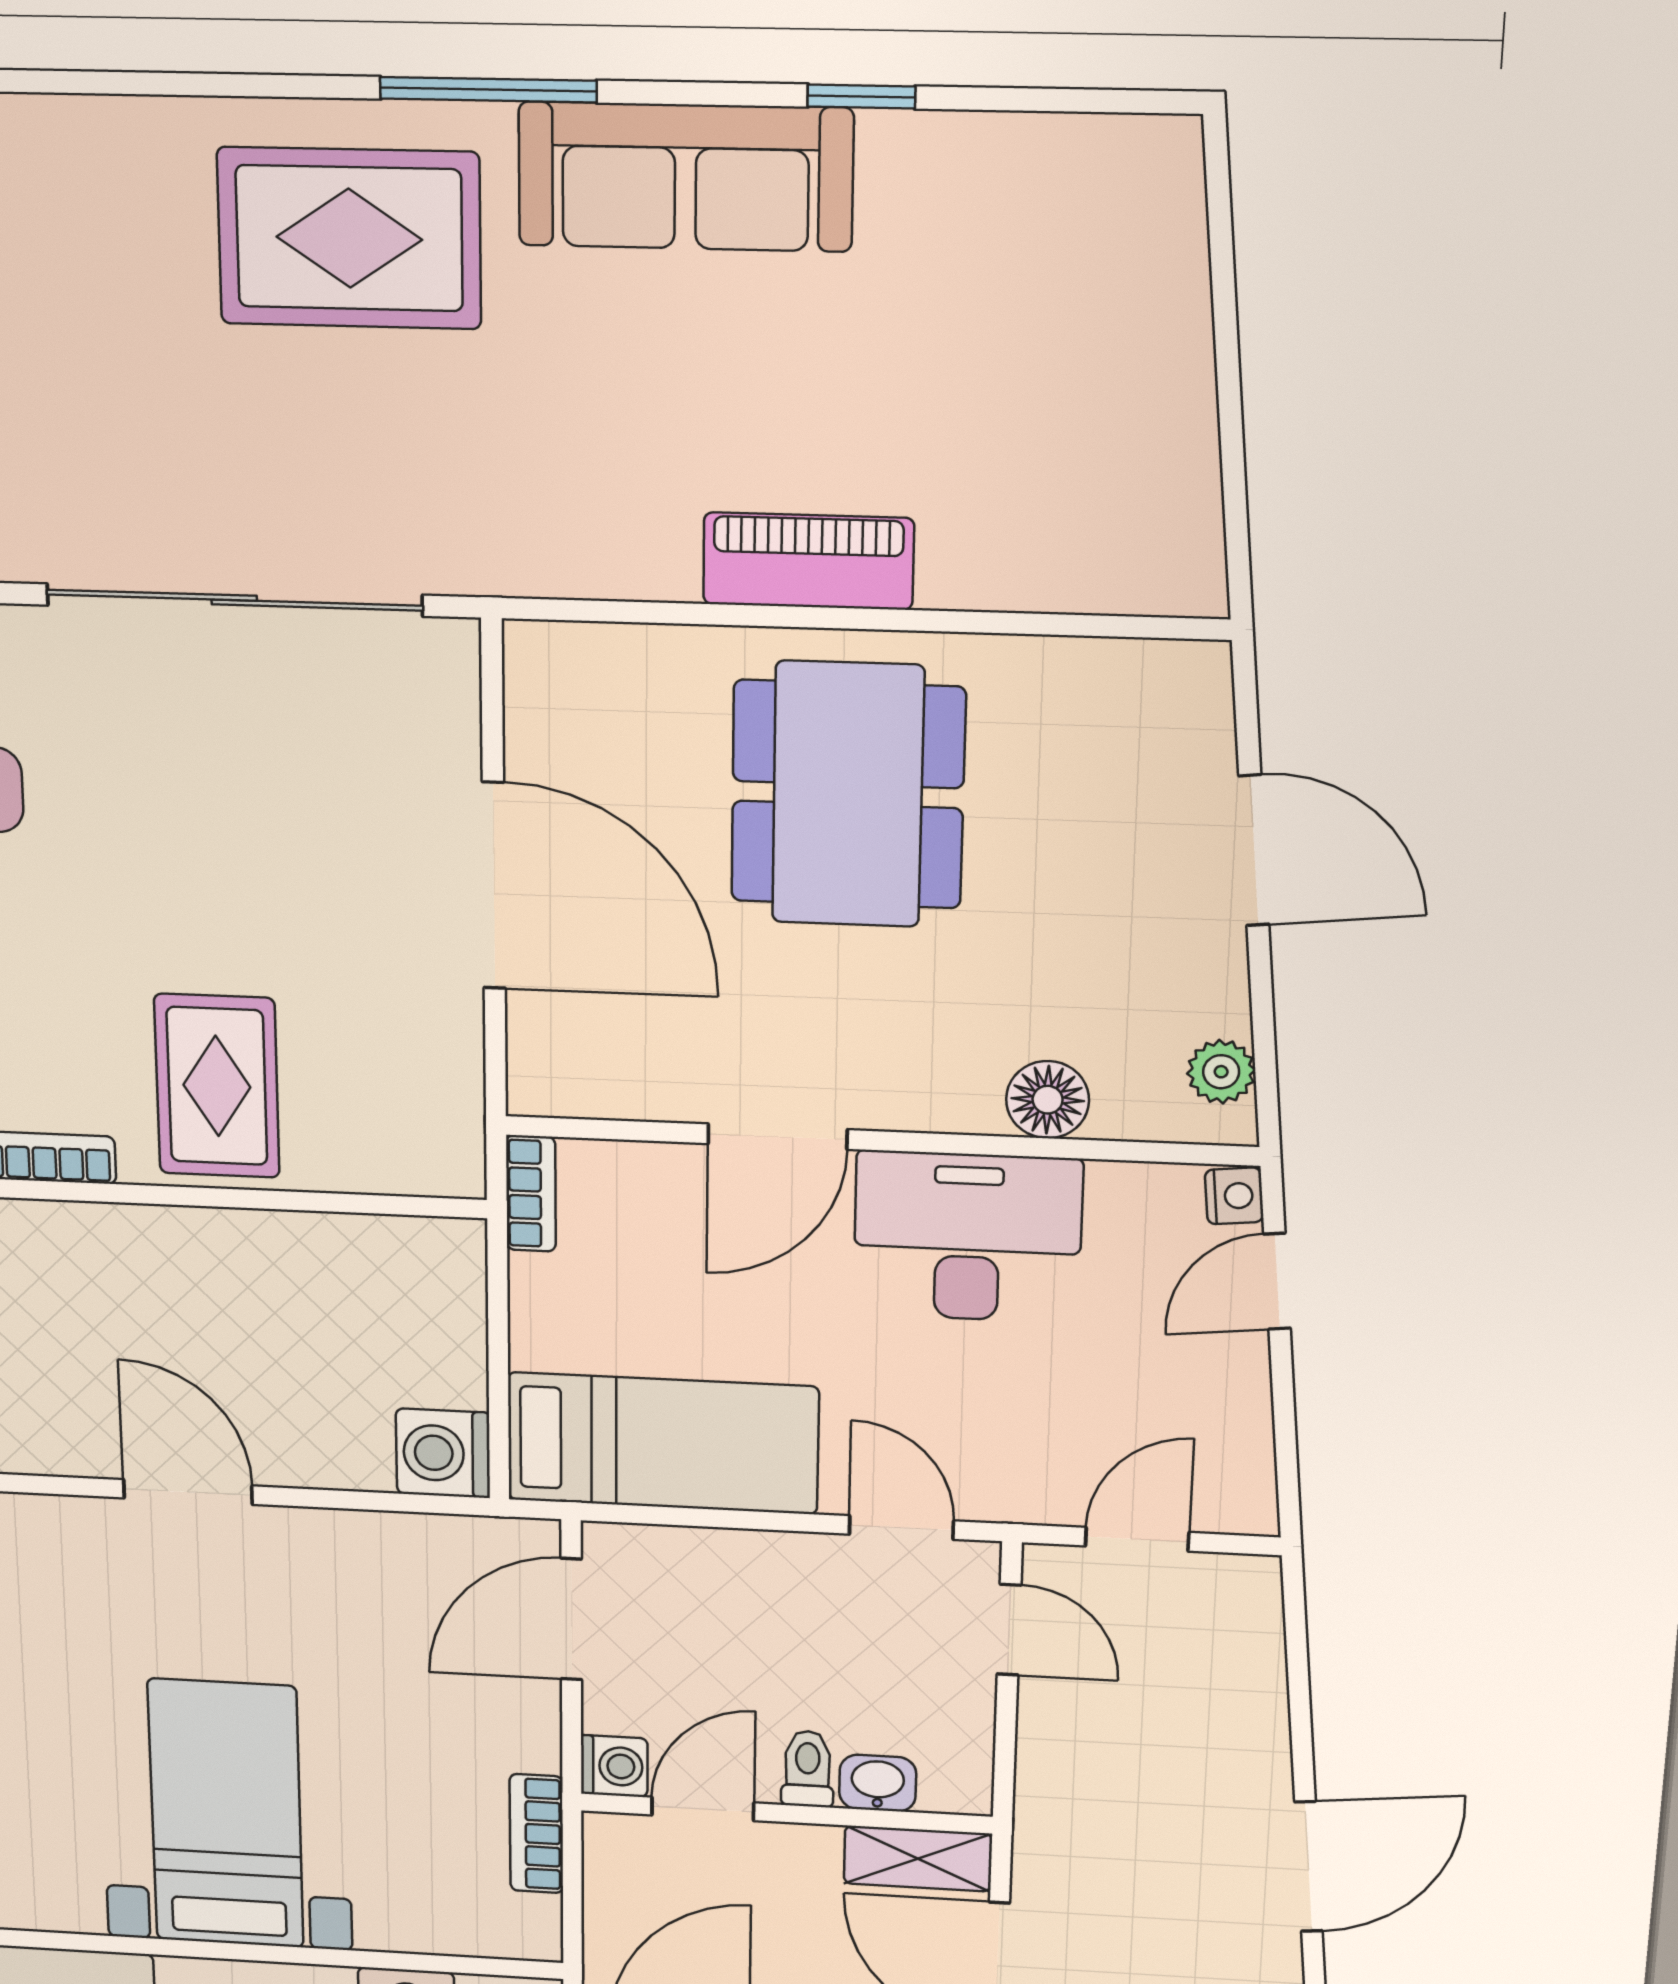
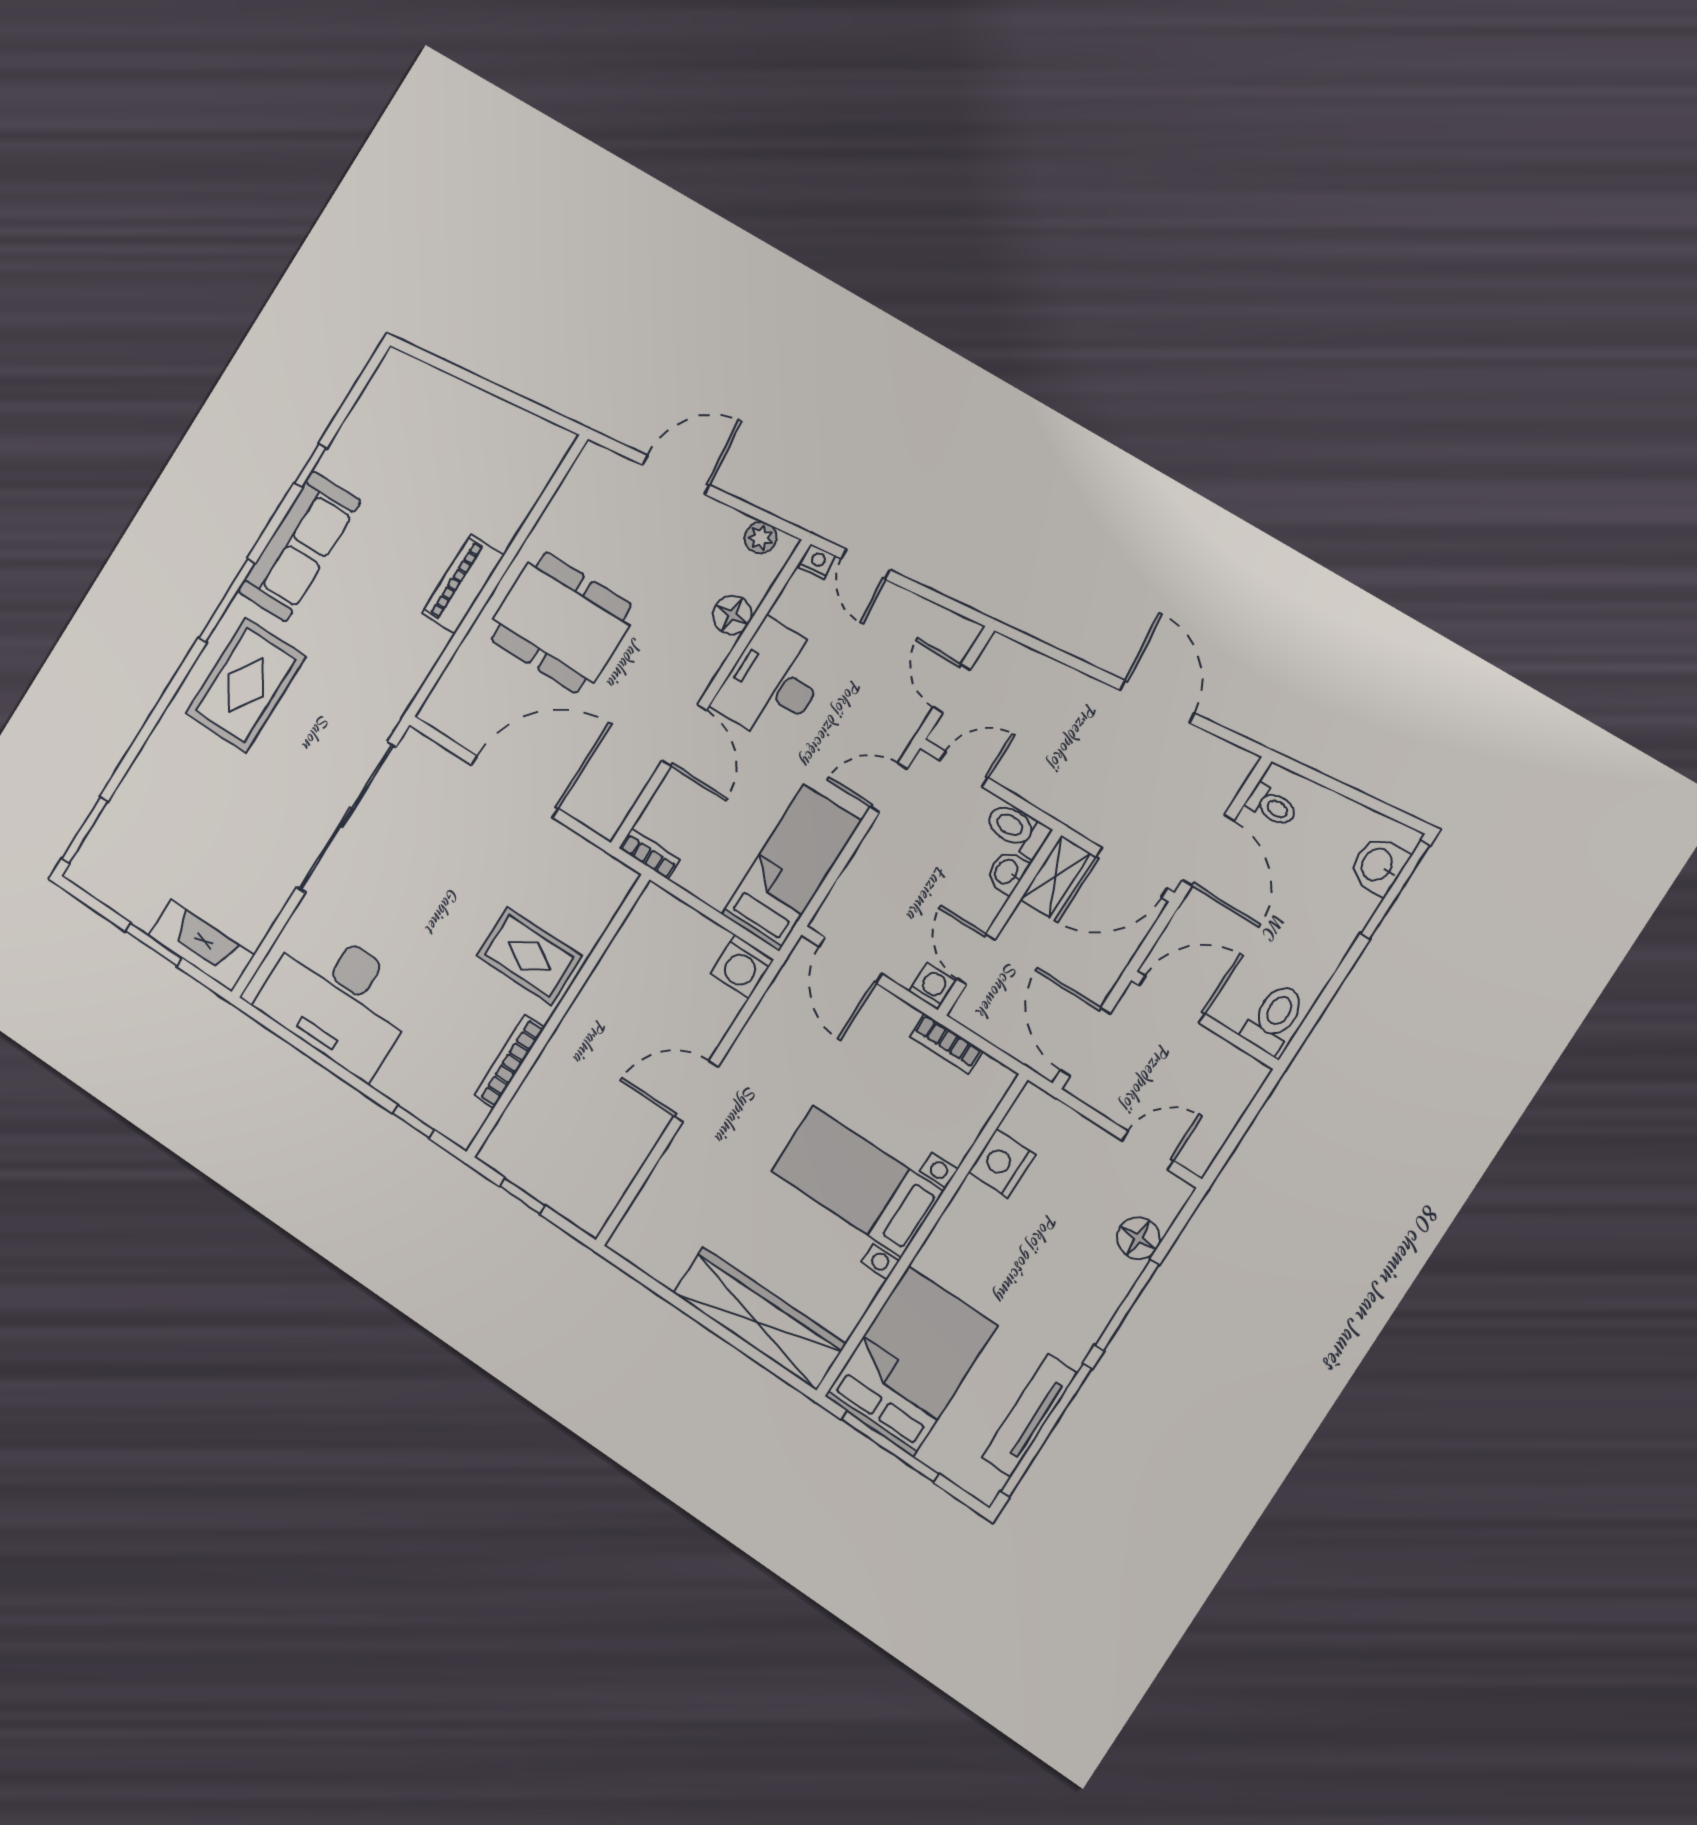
toilet: (808, 1769) -> (1017, 829), moved, width x1.37, depth x1.39

